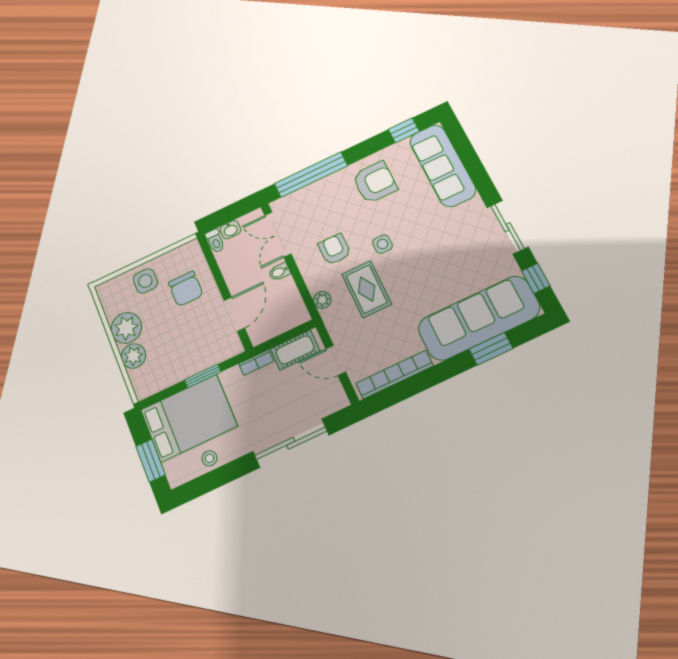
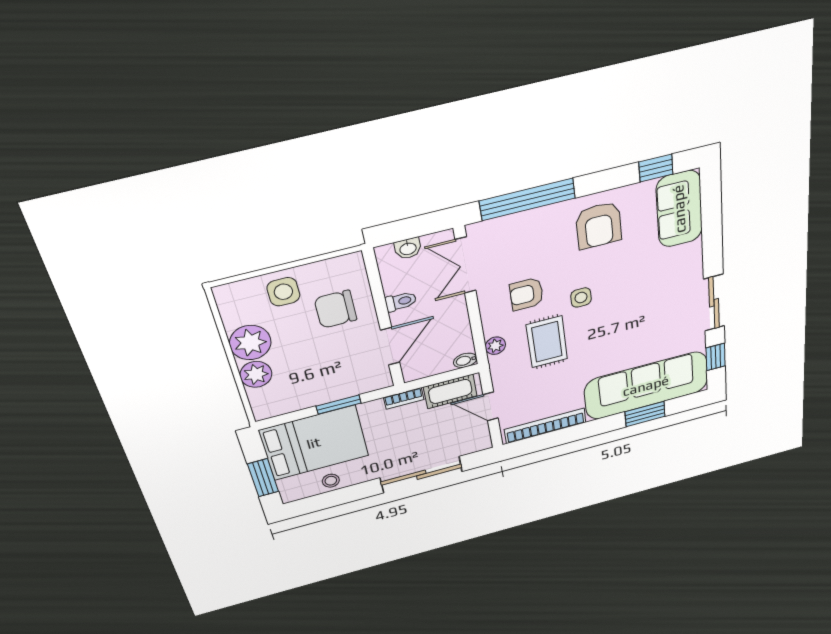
sofa: (443, 166) -> (679, 209), width x0.73
armchair: (375, 182) -> (599, 225), turned 90
toilet: (215, 241) -> (401, 301), moved, turned -90
armchair: (335, 249) -> (527, 294), turned -90
bidet: (279, 272) -> (465, 360), moved
chair: (186, 289) -> (336, 309), turned 90

